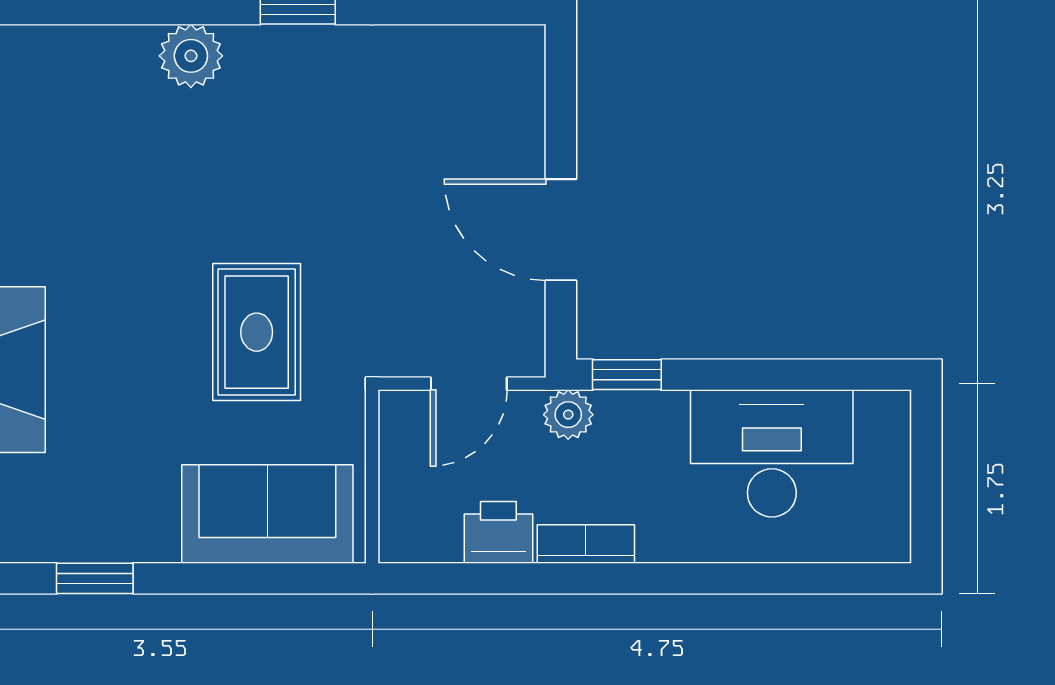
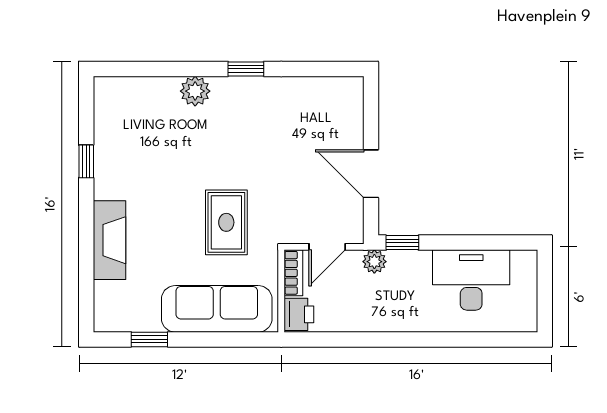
sofa: (267, 514) -> (217, 309), width x1.36
printer: (498, 532) -> (299, 314), moved, turned 90
bookcase: (586, 544) -> (293, 273), moved, turned 90

